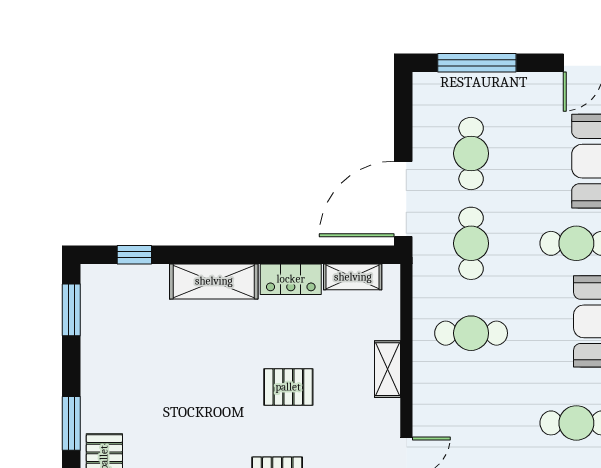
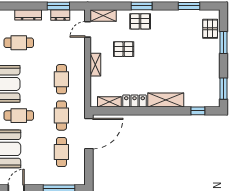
cafe table: (471, 333) -> (61, 79), turned 90
pallet: (288, 387) -> (124, 49), moved

